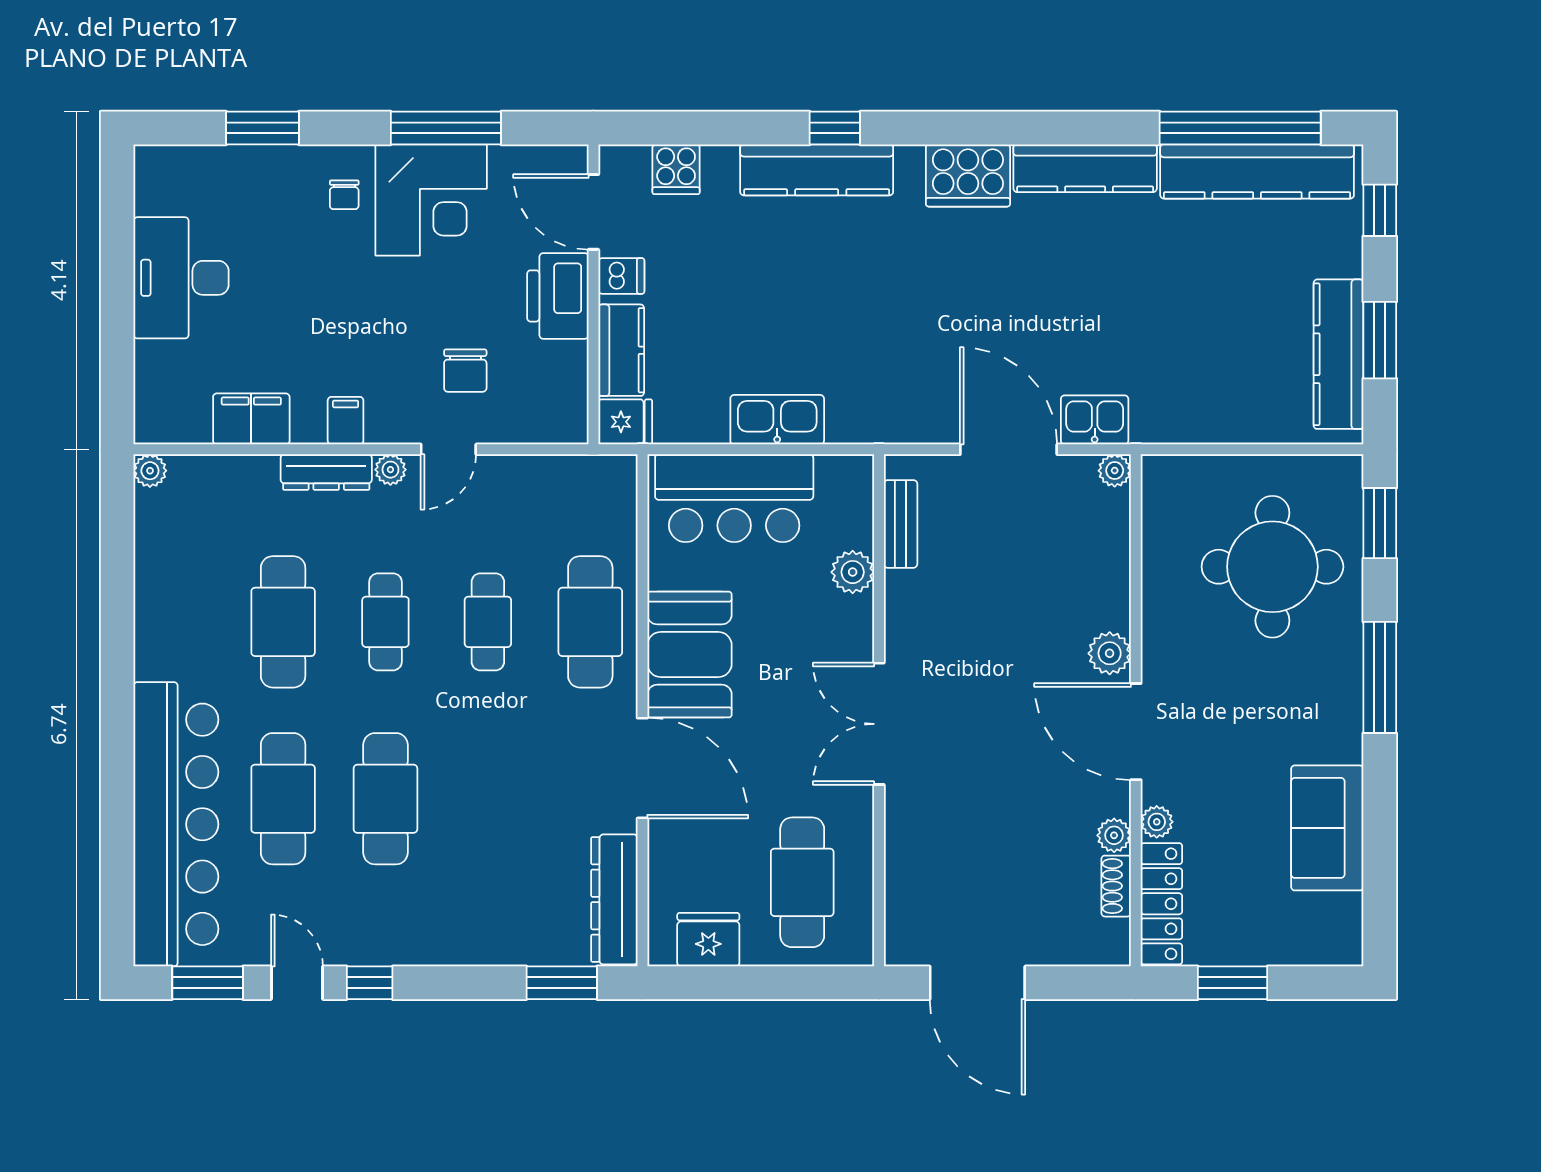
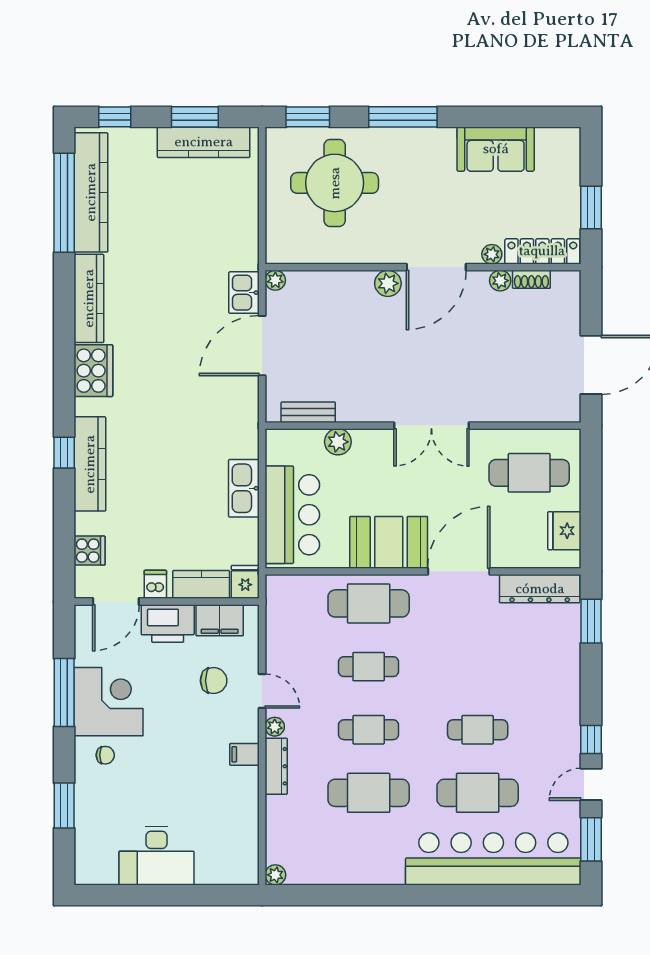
filing cabinet: (251, 419) -> (220, 620), moved, turned -90
cafe table: (385, 799) -> (478, 730), width x0.73, depth x0.74

